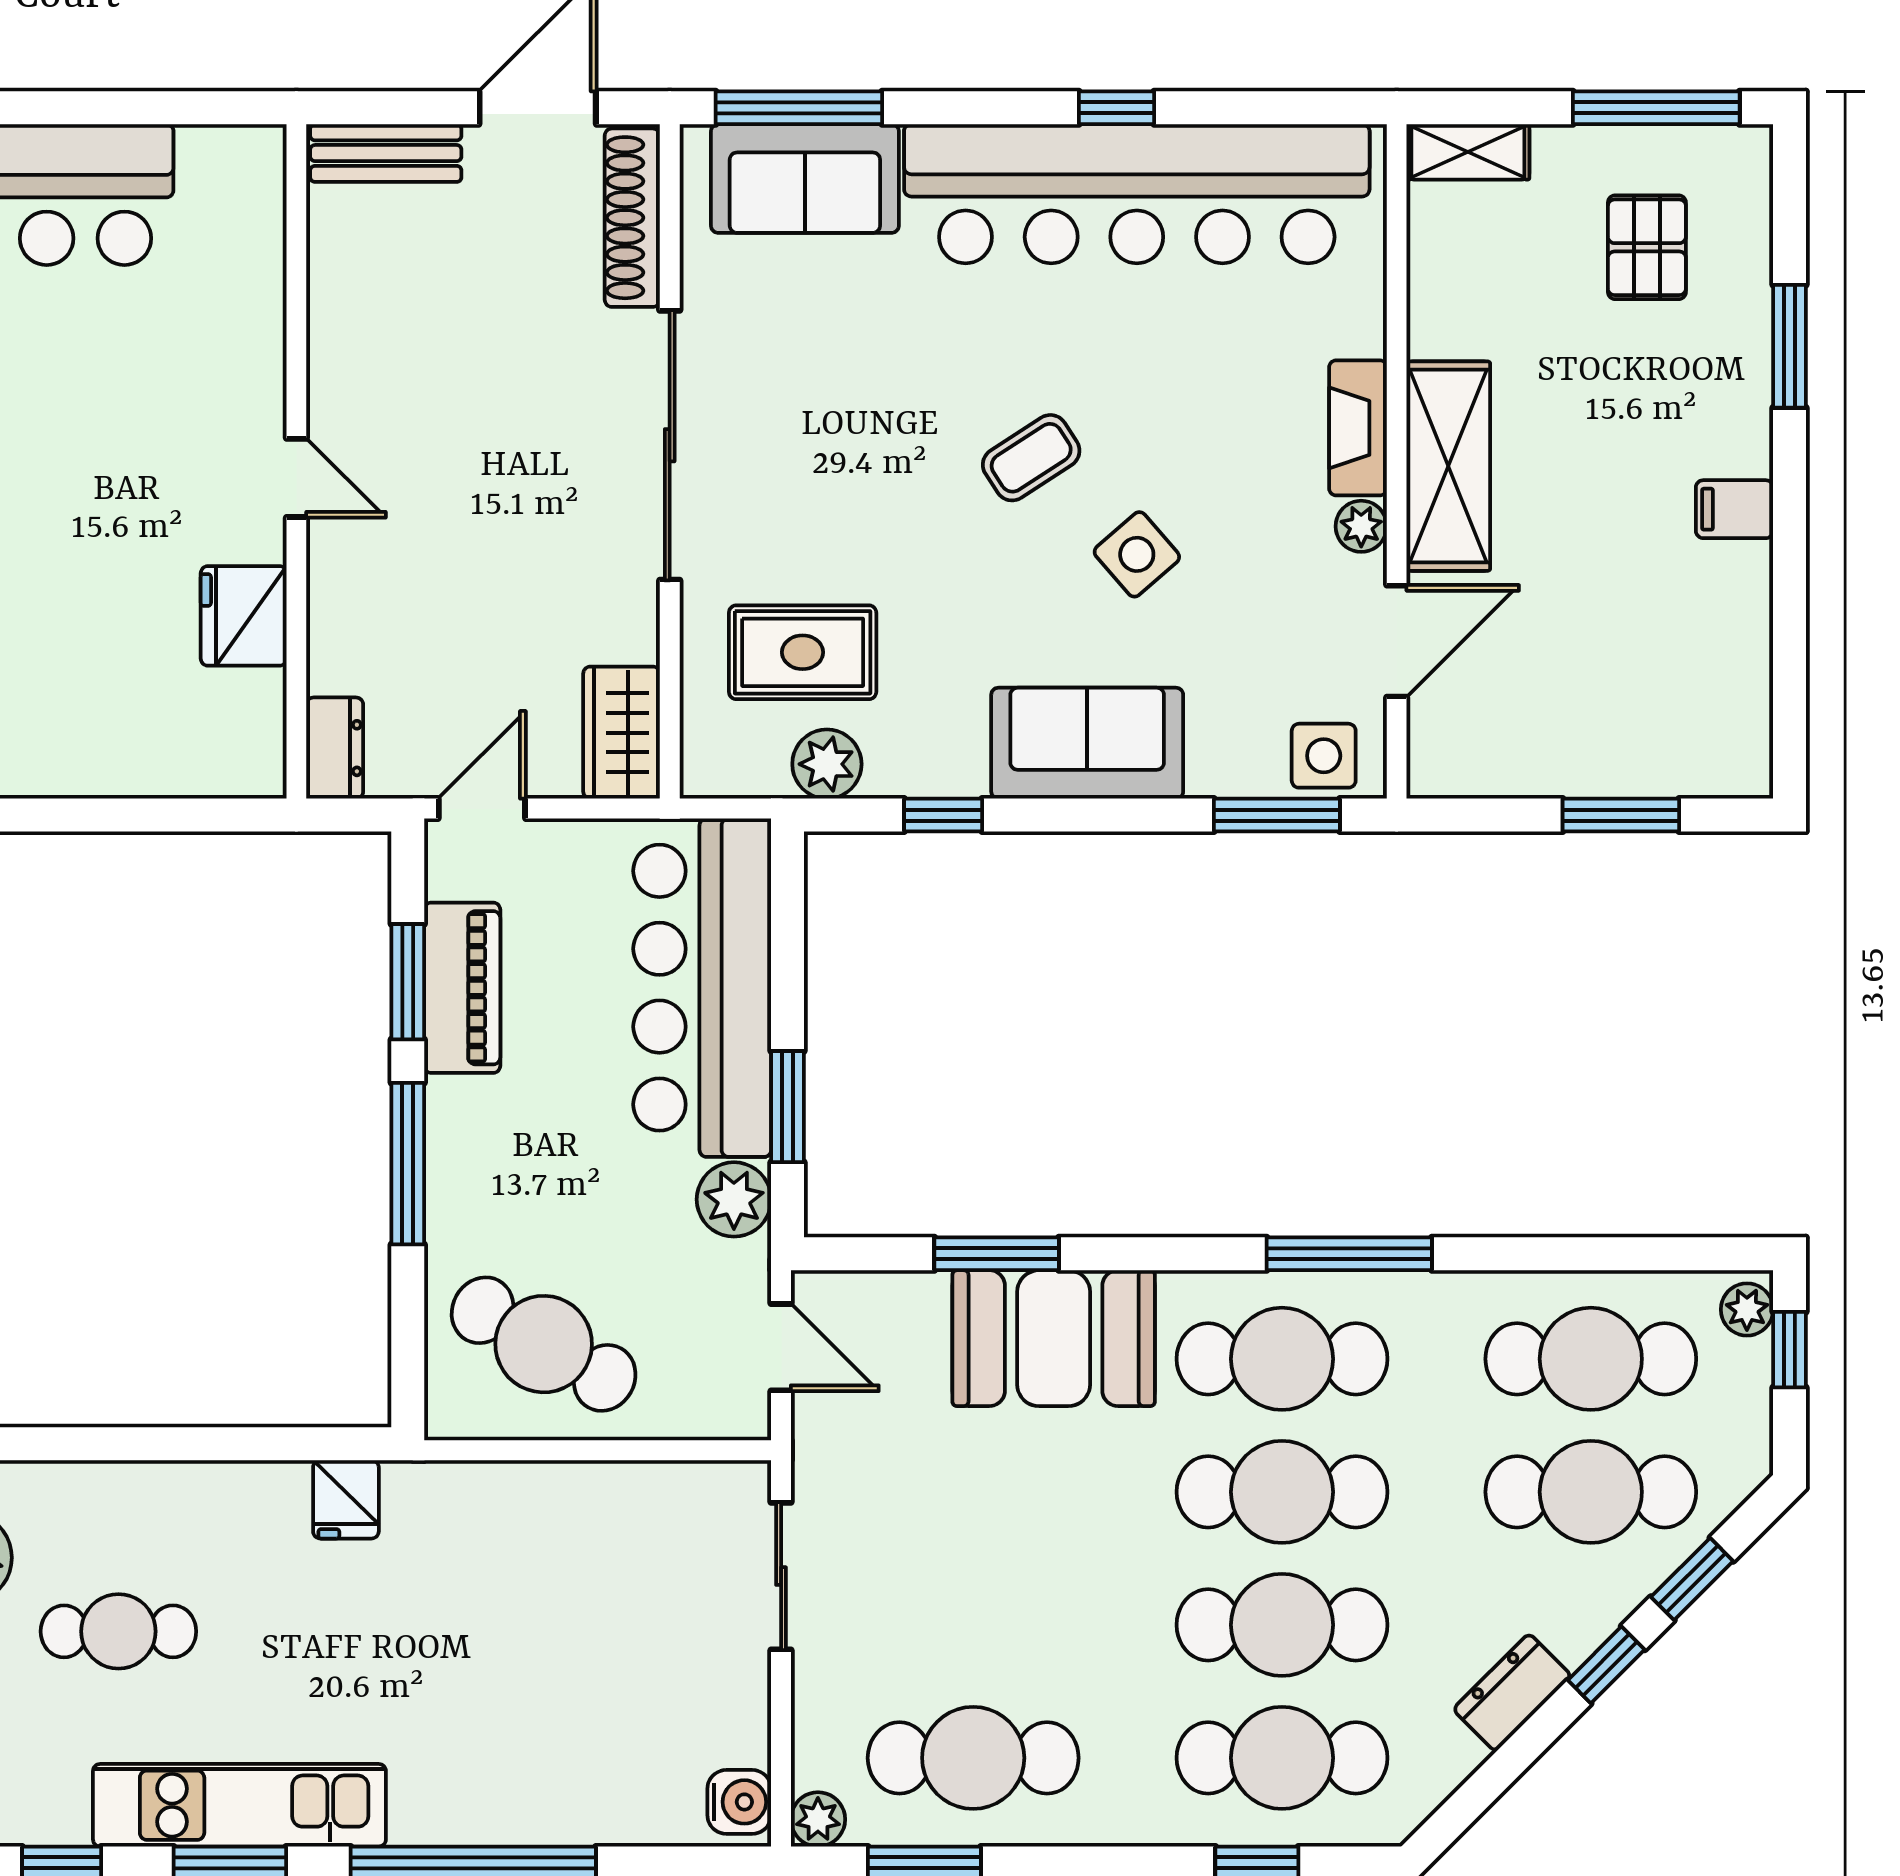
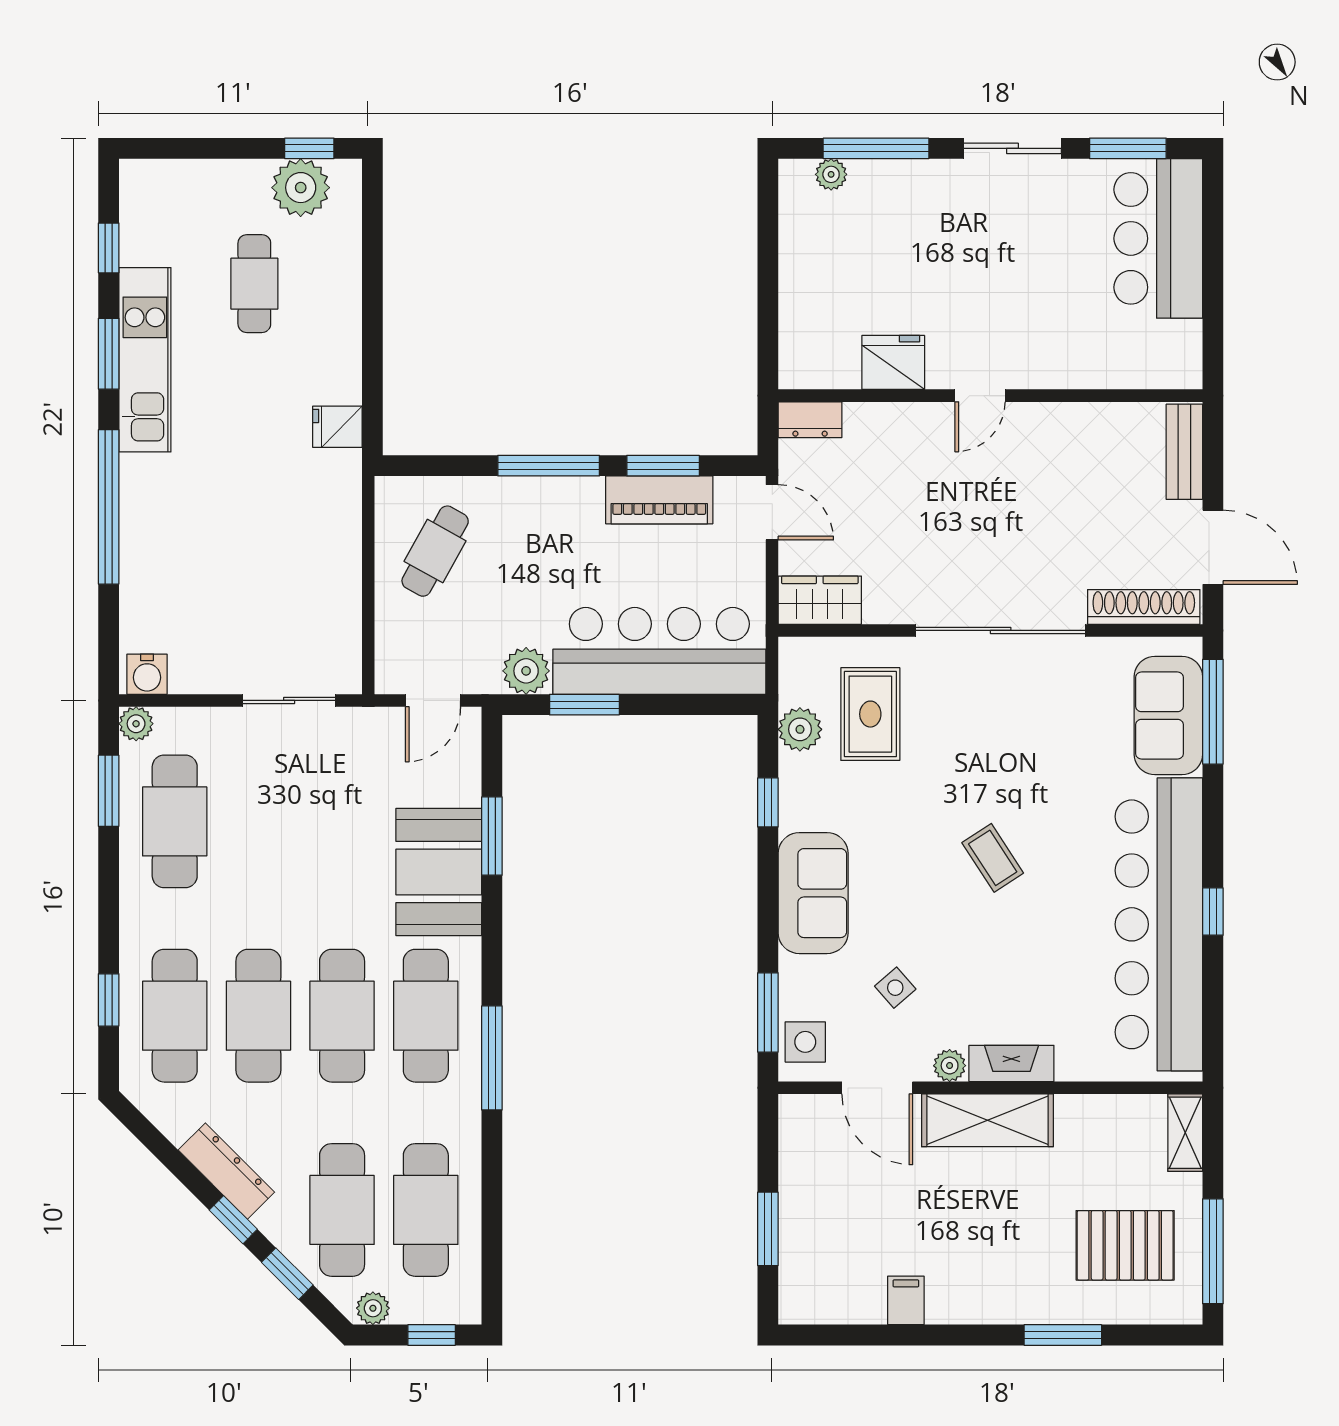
pallet: (1647, 247) -> (1125, 1245), width x1.50, depth x1.42
filing cabinet: (1735, 509) -> (906, 1300), moved
side table: (1137, 554) -> (895, 988), moved, width x0.73, depth x0.73
plant: (1747, 1309) -> (373, 1308), moved
cafe table: (544, 1344) -> (435, 551), width x0.73, depth x0.74
dresser: (1512, 1693) -> (226, 1171), width x1.44

